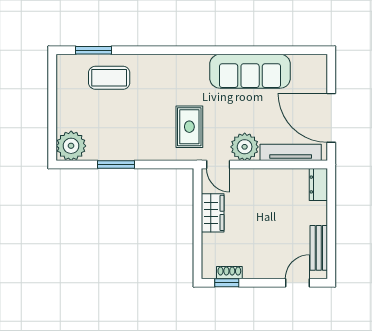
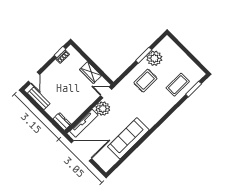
rug: (189, 127) -> (145, 81), moved, turned 90
plant: (71, 146) -> (154, 58), moved

